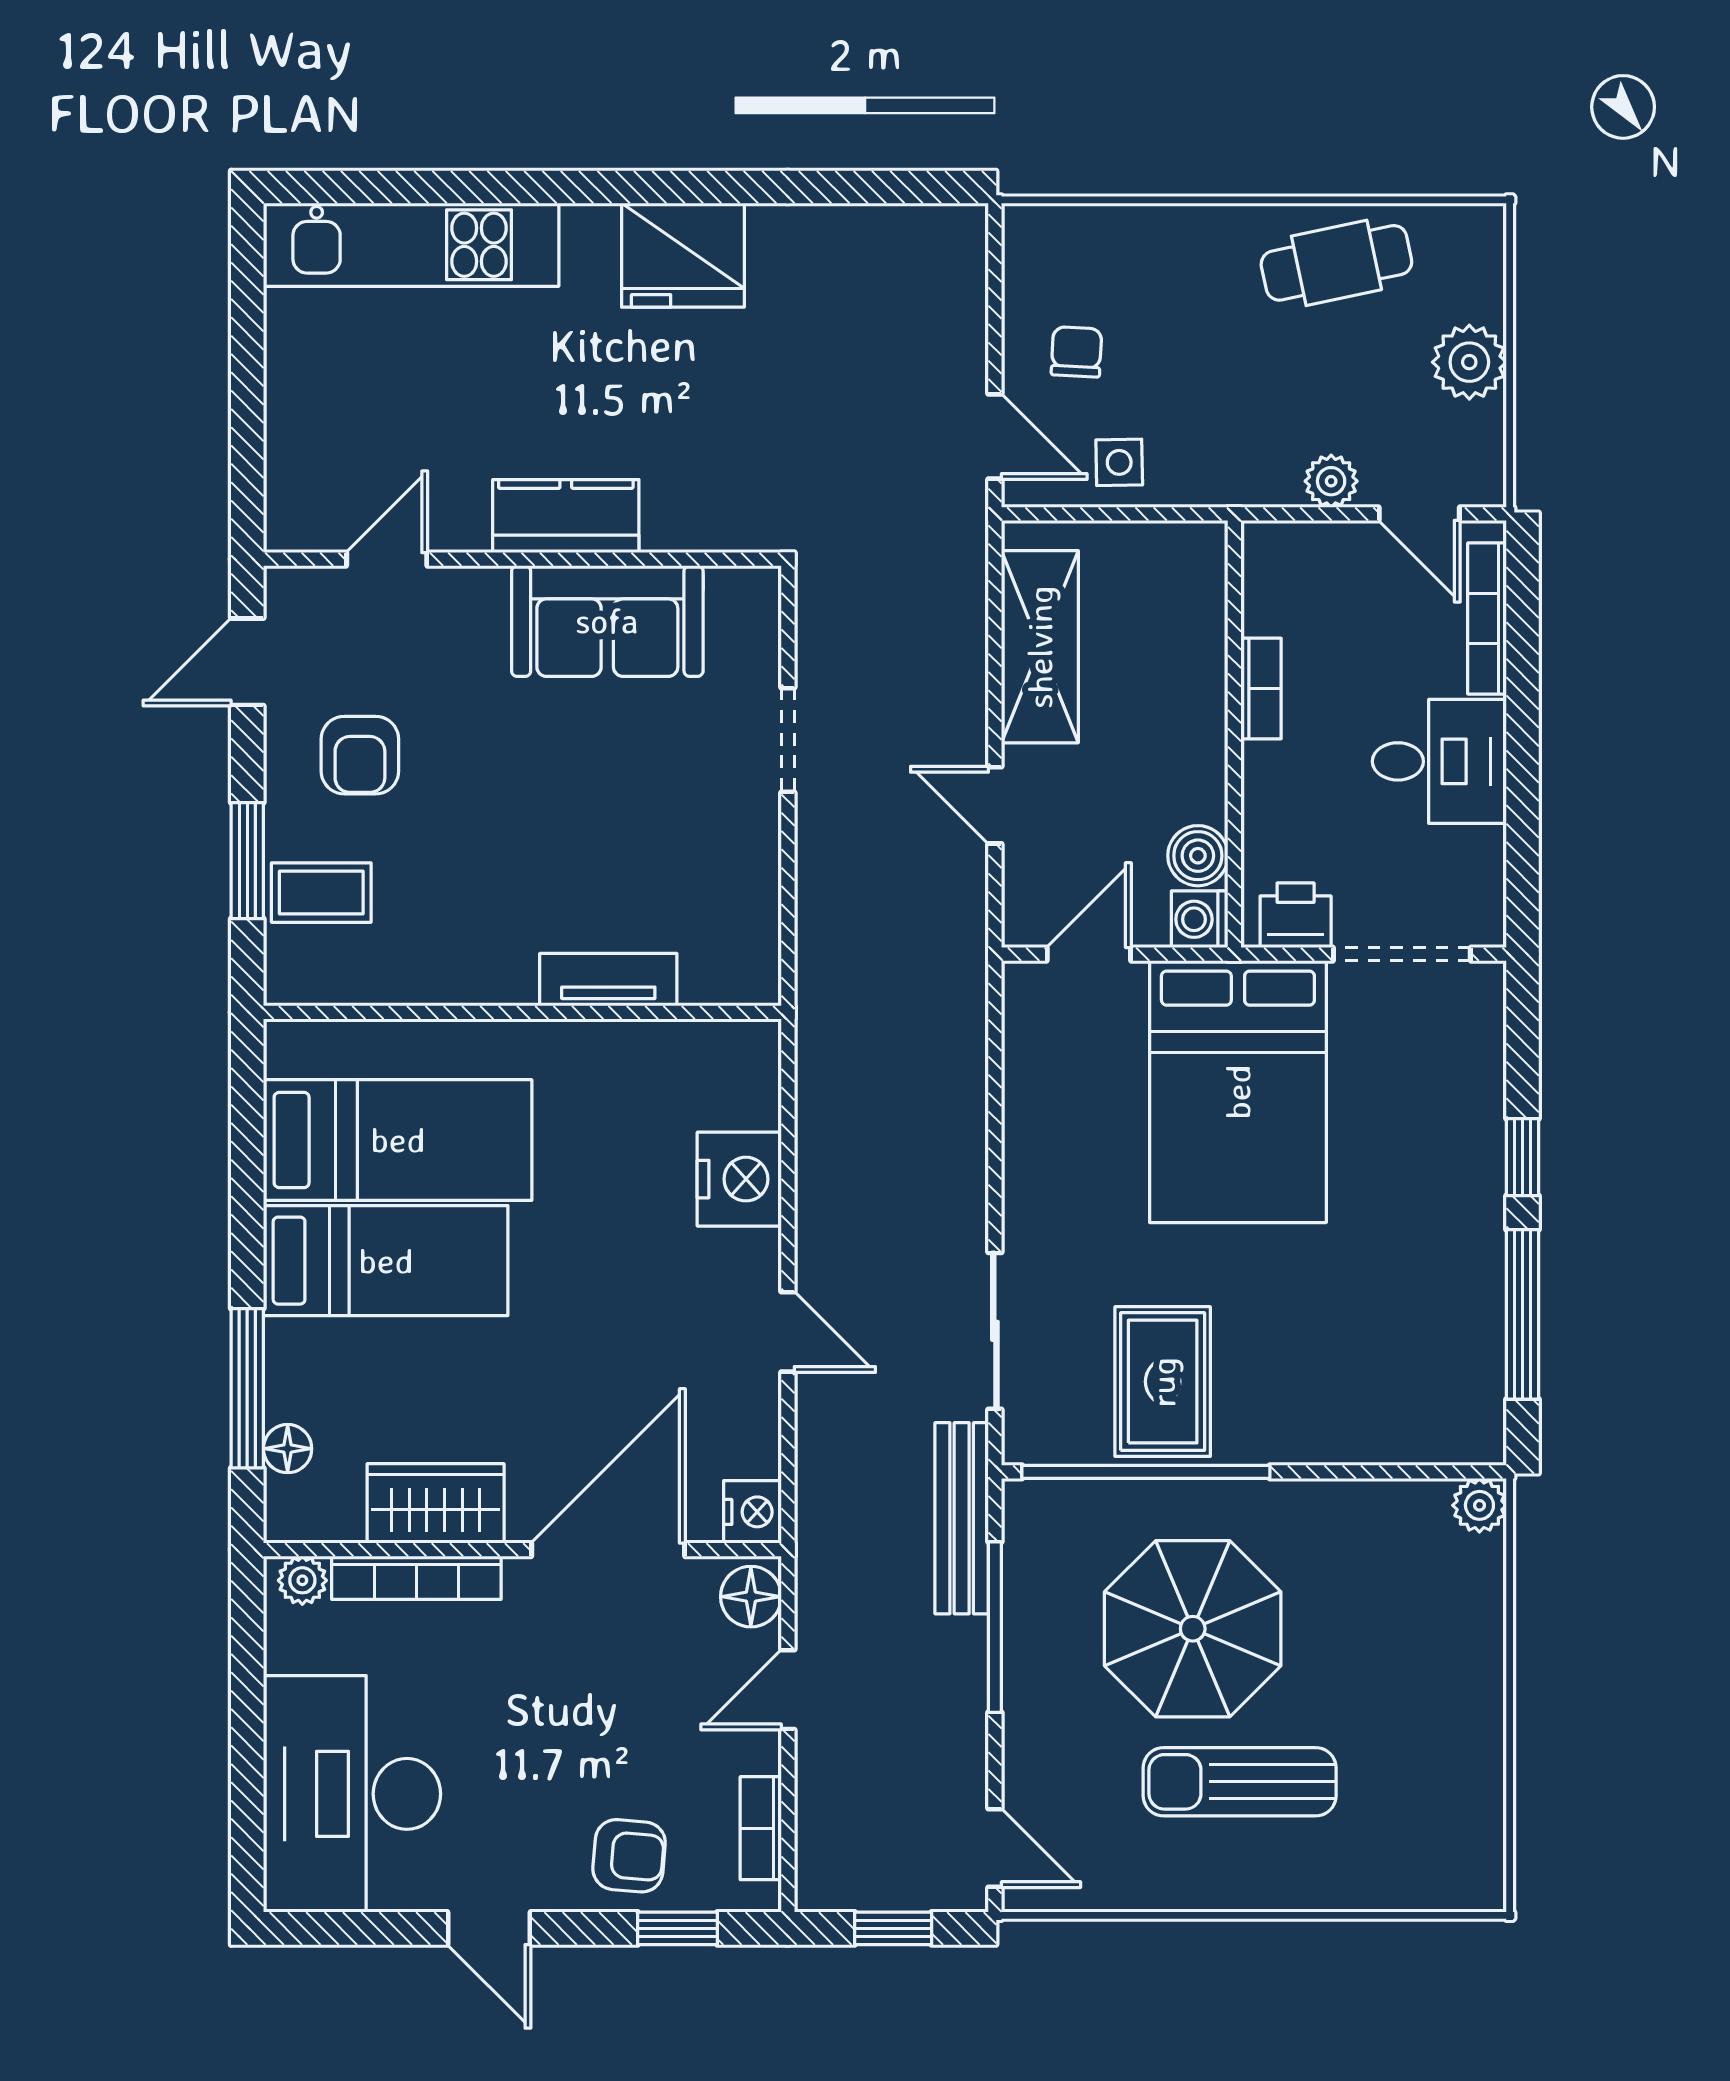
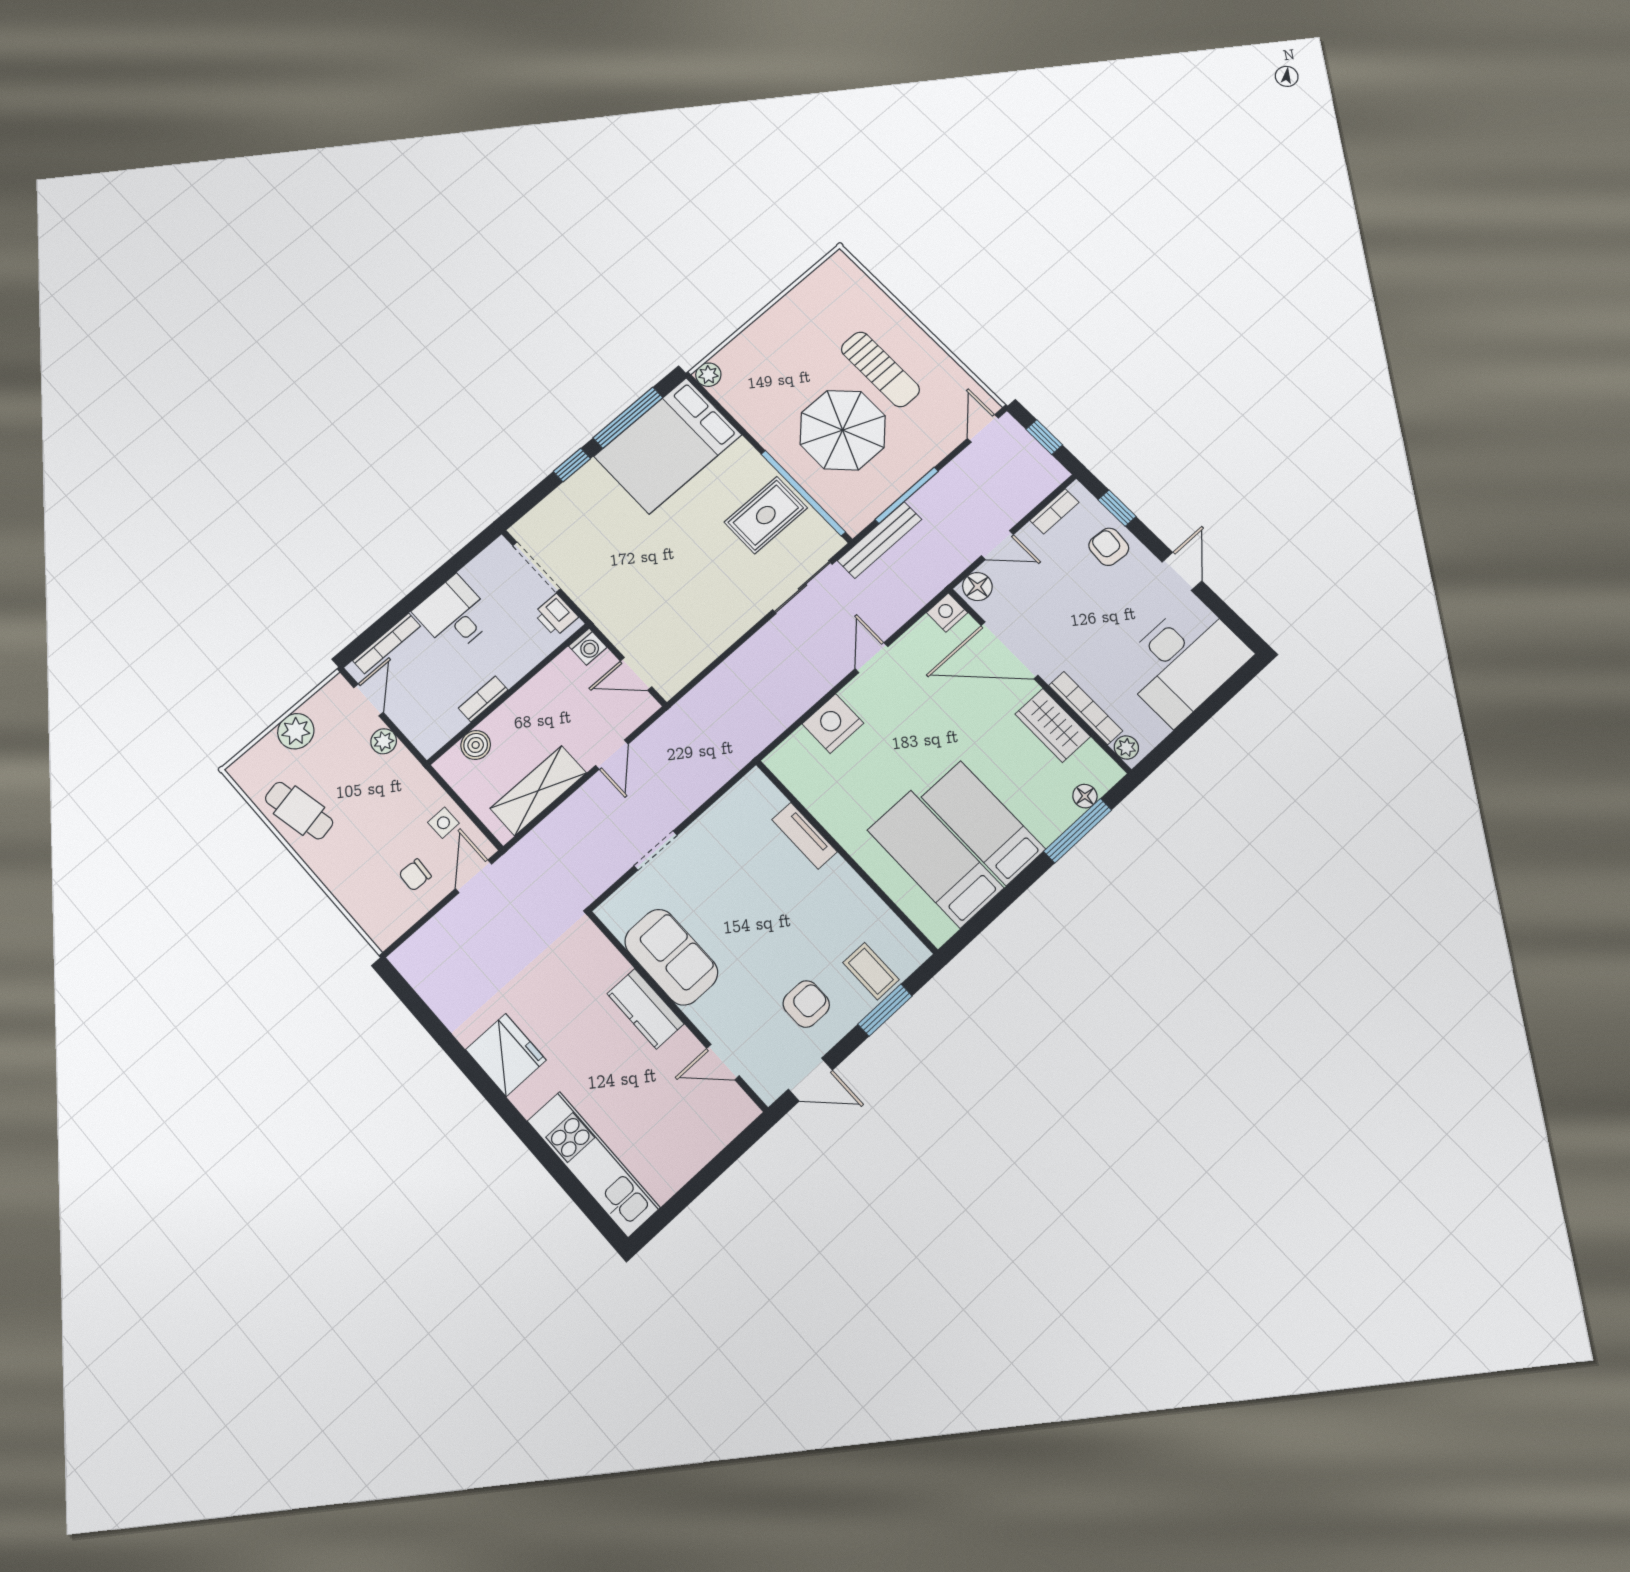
boiler: (1198, 856) -> (476, 745), moved
bed: (1238, 1092) -> (668, 446), moved, turned 180

